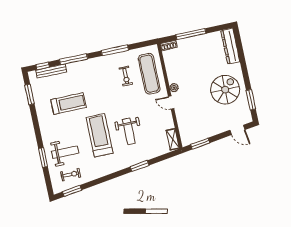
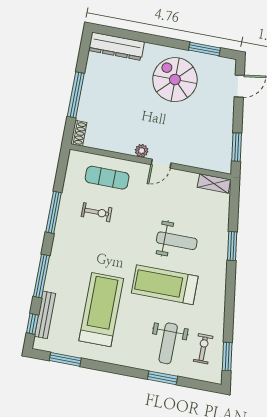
exercise mat: (149, 74) -> (107, 178), width x0.73, depth x0.69
treadmill: (68, 103) -> (101, 310), width x1.37, depth x1.38
weight bench: (65, 152) -> (168, 343), turned 180

